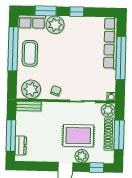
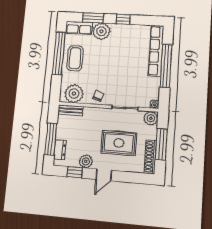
shoe rack: (109, 134) -> (150, 157), moved
plant: (82, 156) -> (86, 161), moved
window: (97, 168) -> (75, 172), moved

